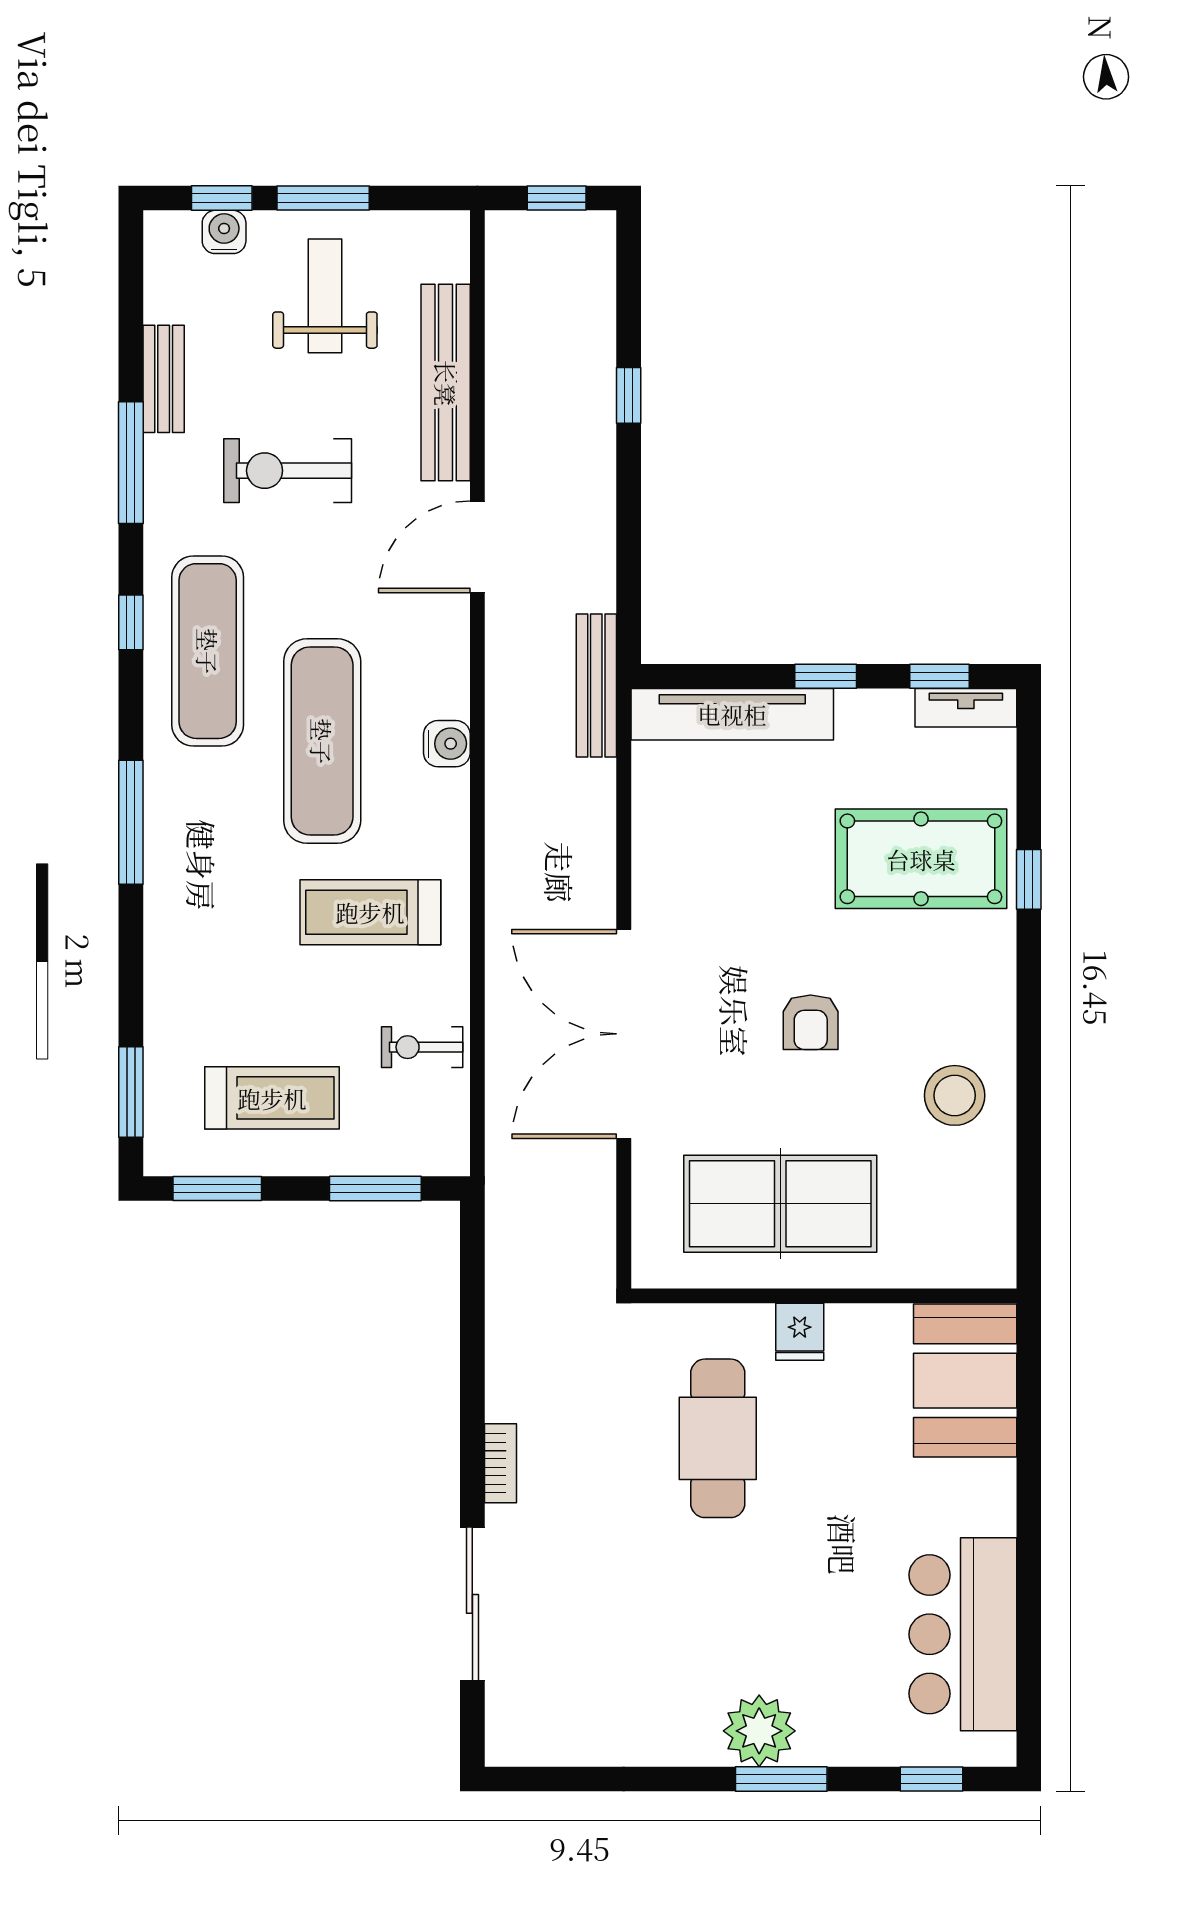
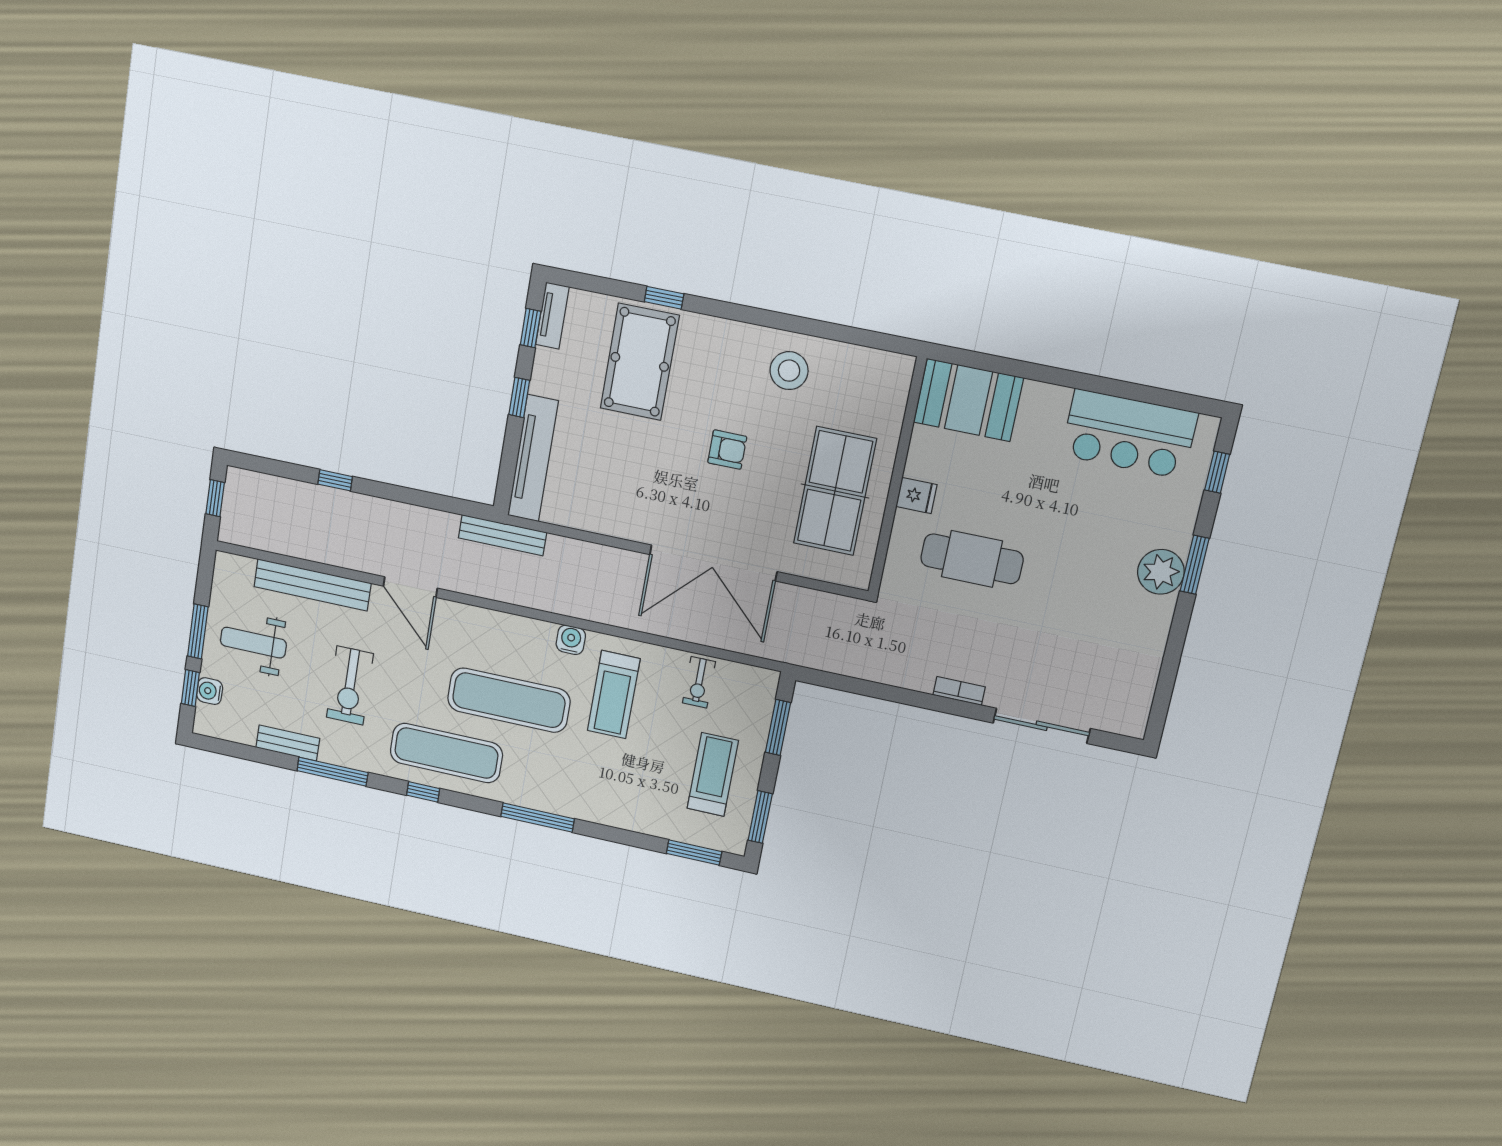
water cooler: (447, 744) -> (571, 640), moved

